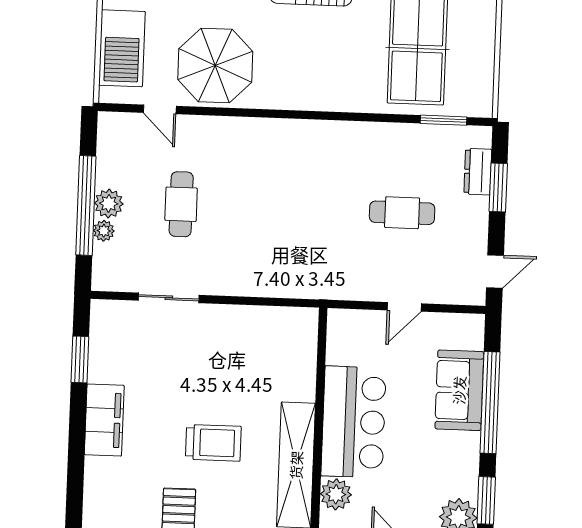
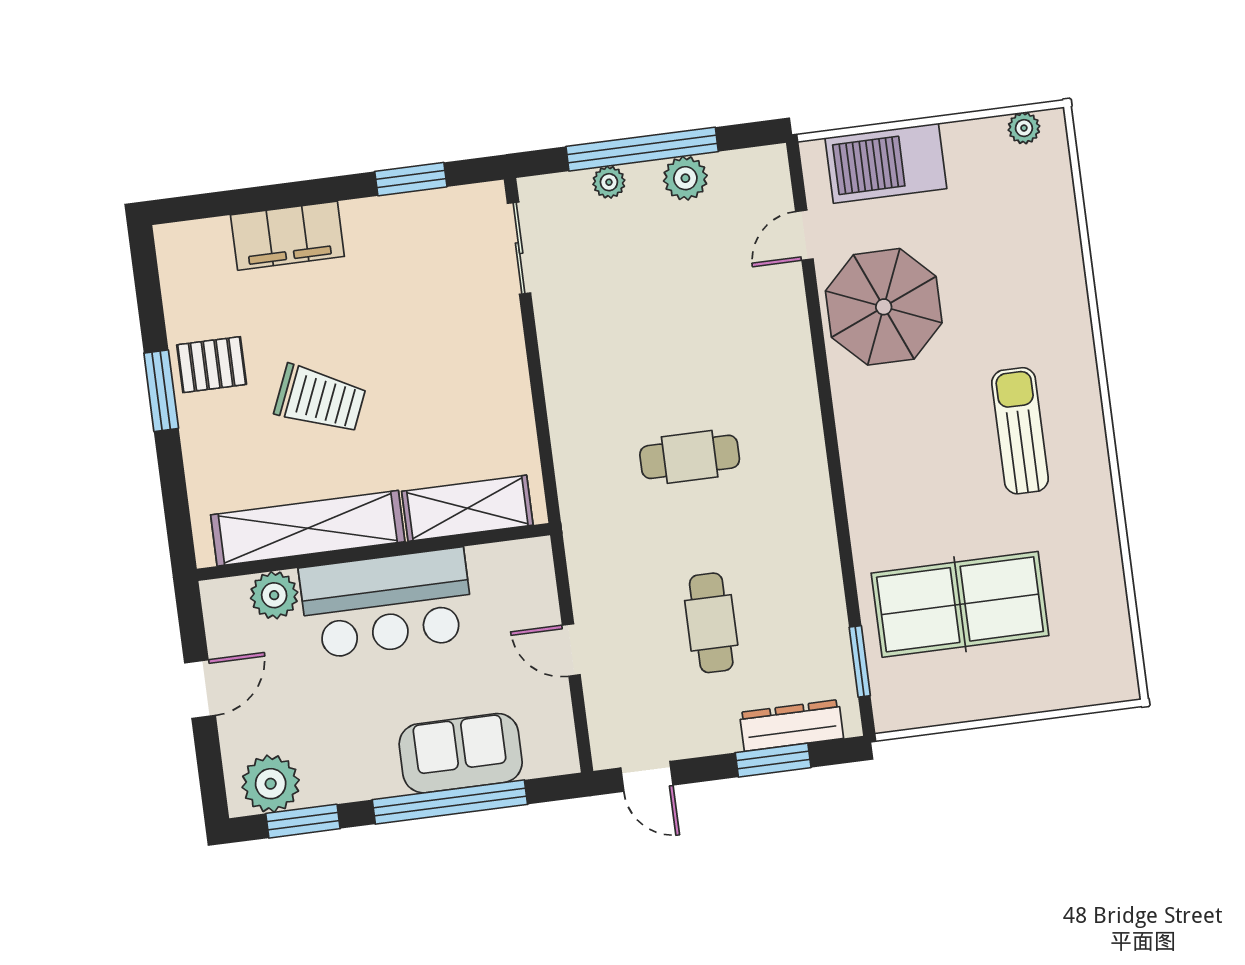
dresser: (478, 172) -> (792, 725), width x1.44
plant: (109, 203) -> (685, 178), moved
cafe table: (181, 204) -> (690, 457), moved
sliding door: (169, 298) -> (519, 248), moved
shelving: (301, 359) -> (467, 508), added
filing cabinet: (104, 420) -> (287, 236), moved
trolley: (213, 443) -> (320, 399), turned -67

